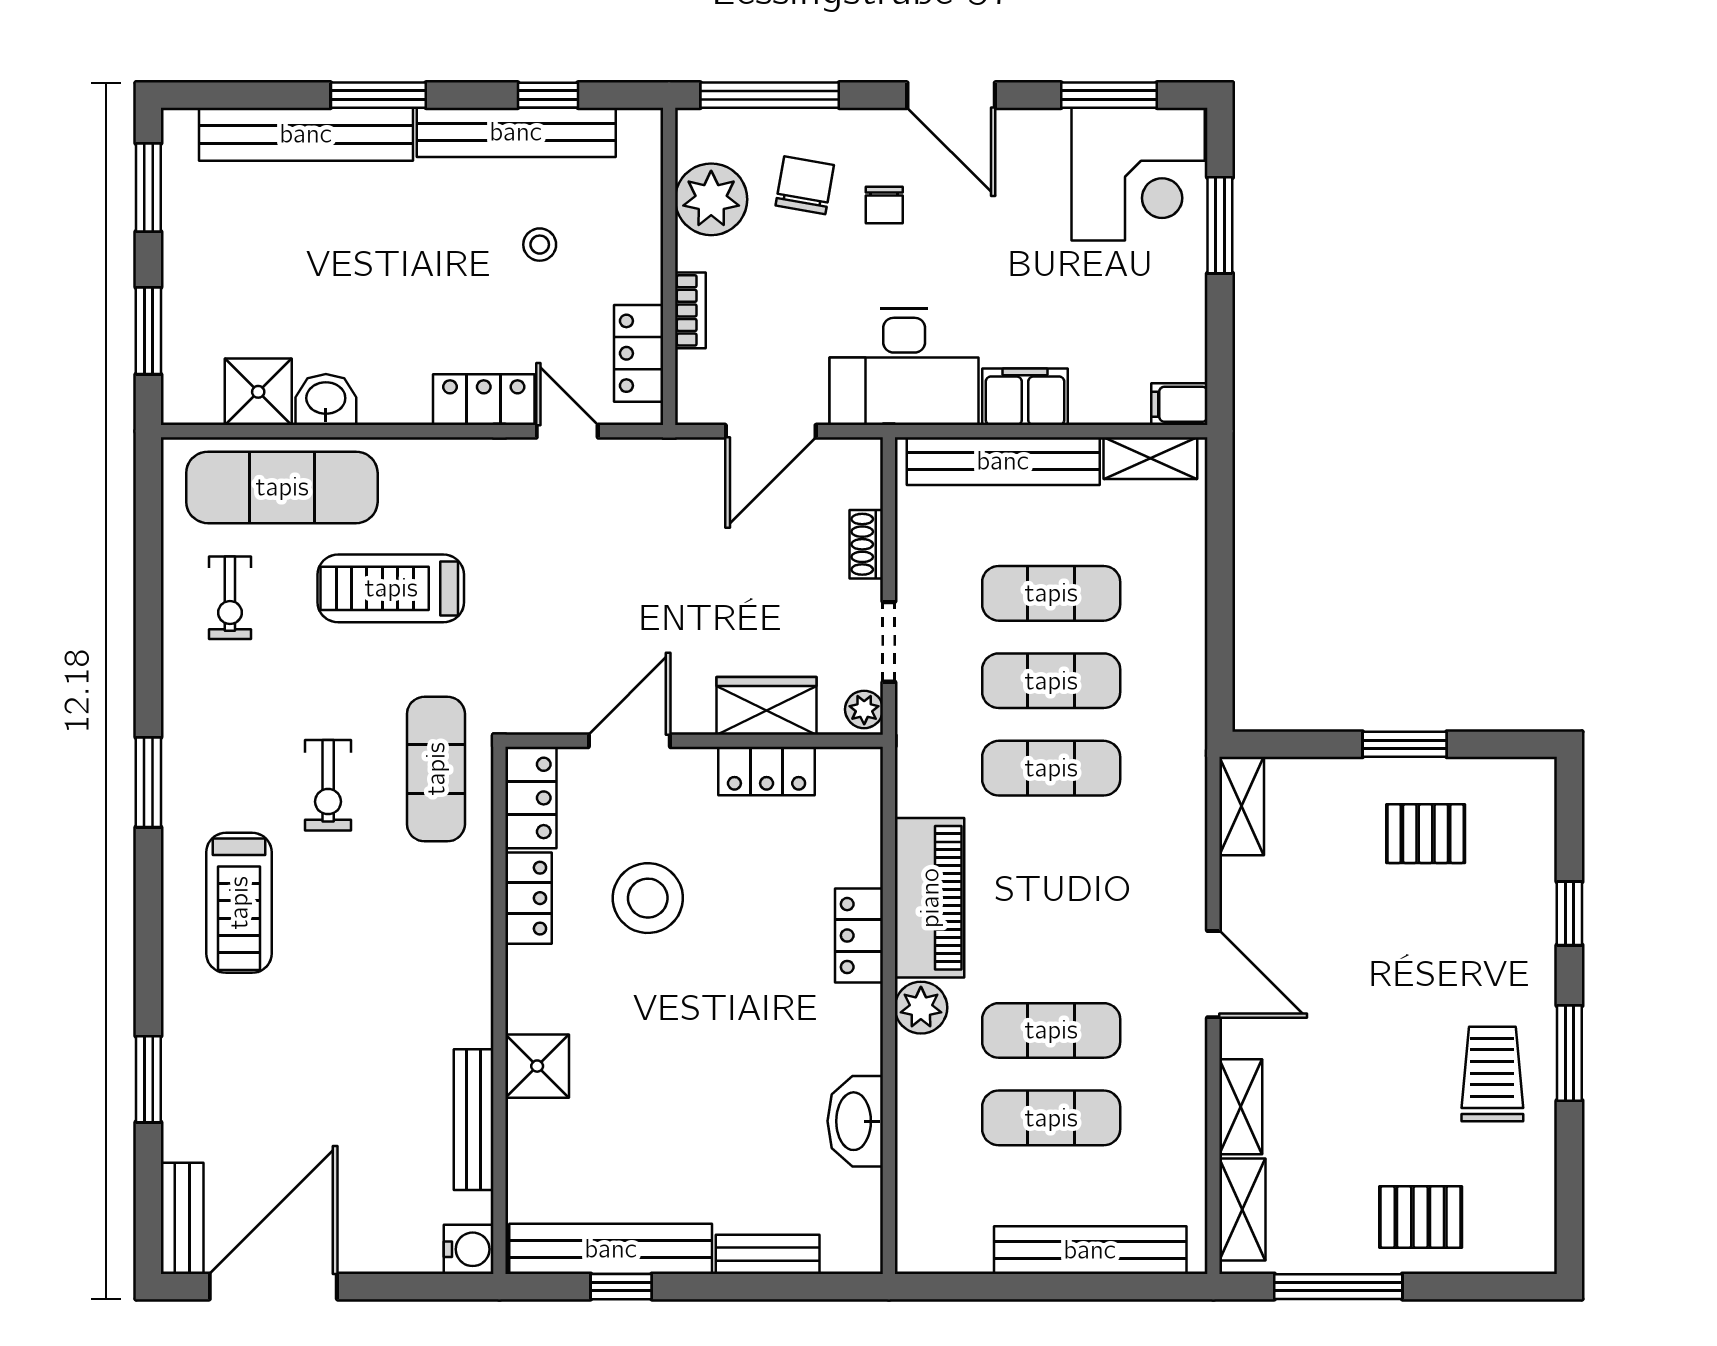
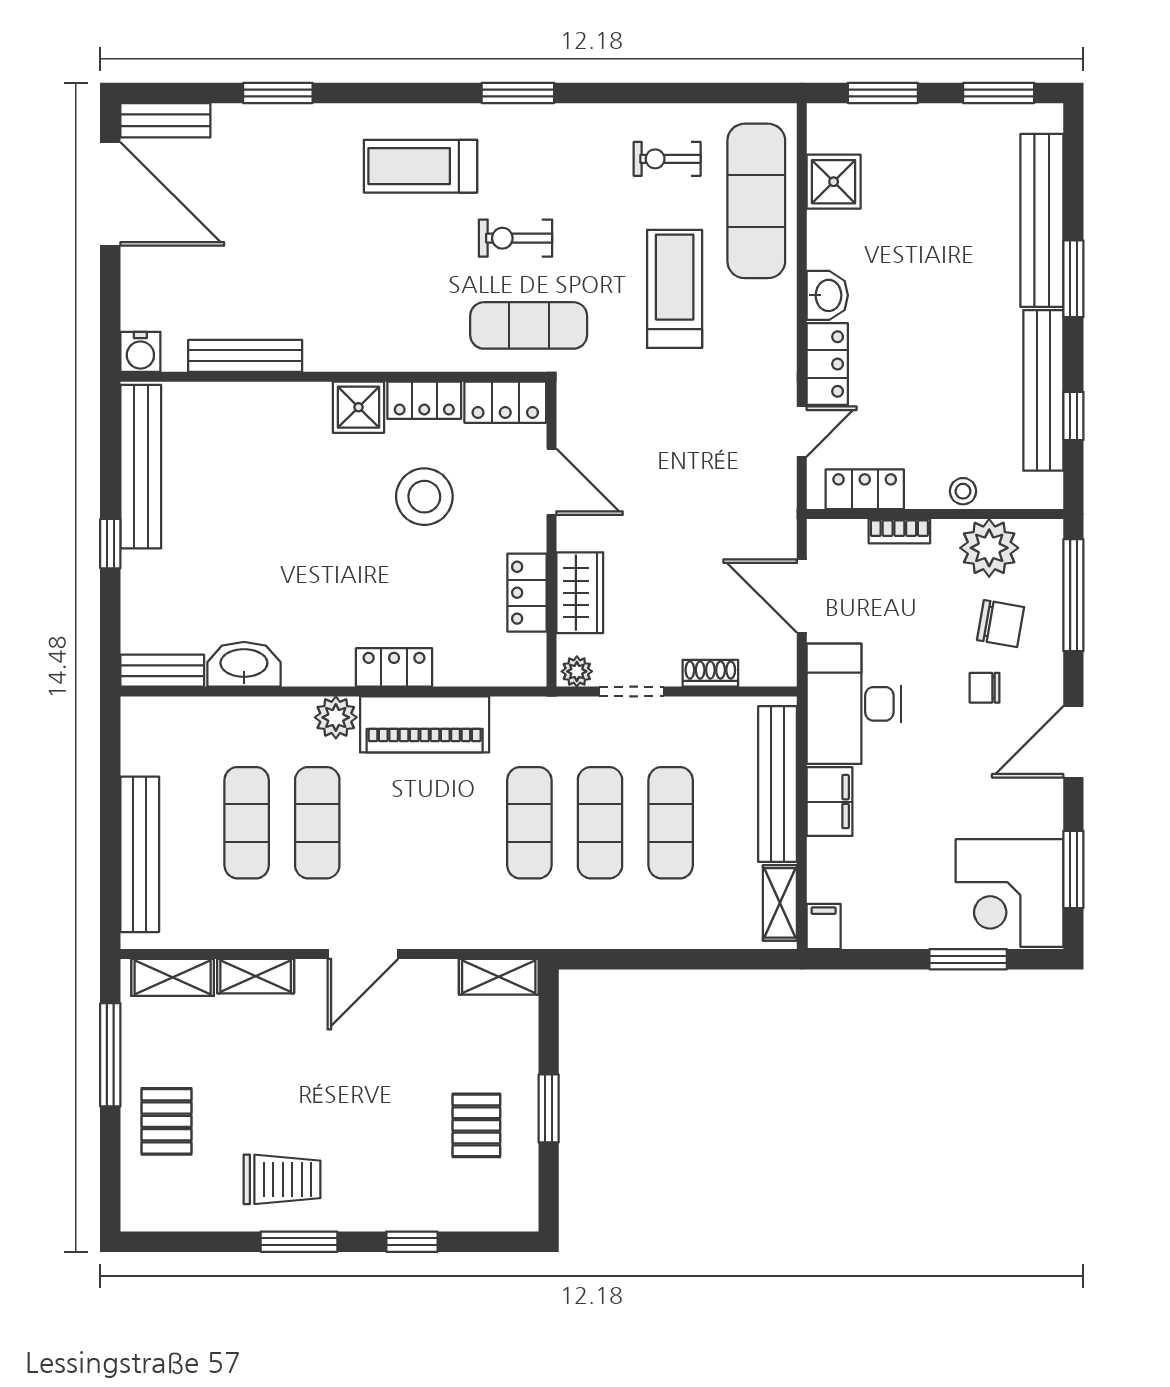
stool: (540, 245) -> (963, 491), moved
washbasin: (326, 400) -> (827, 295), moved
shower: (537, 1066) -> (358, 407), moved
bench: (768, 1254) -> (162, 671), moved, turned 90
window: (621, 1287) -> (110, 544), moved

